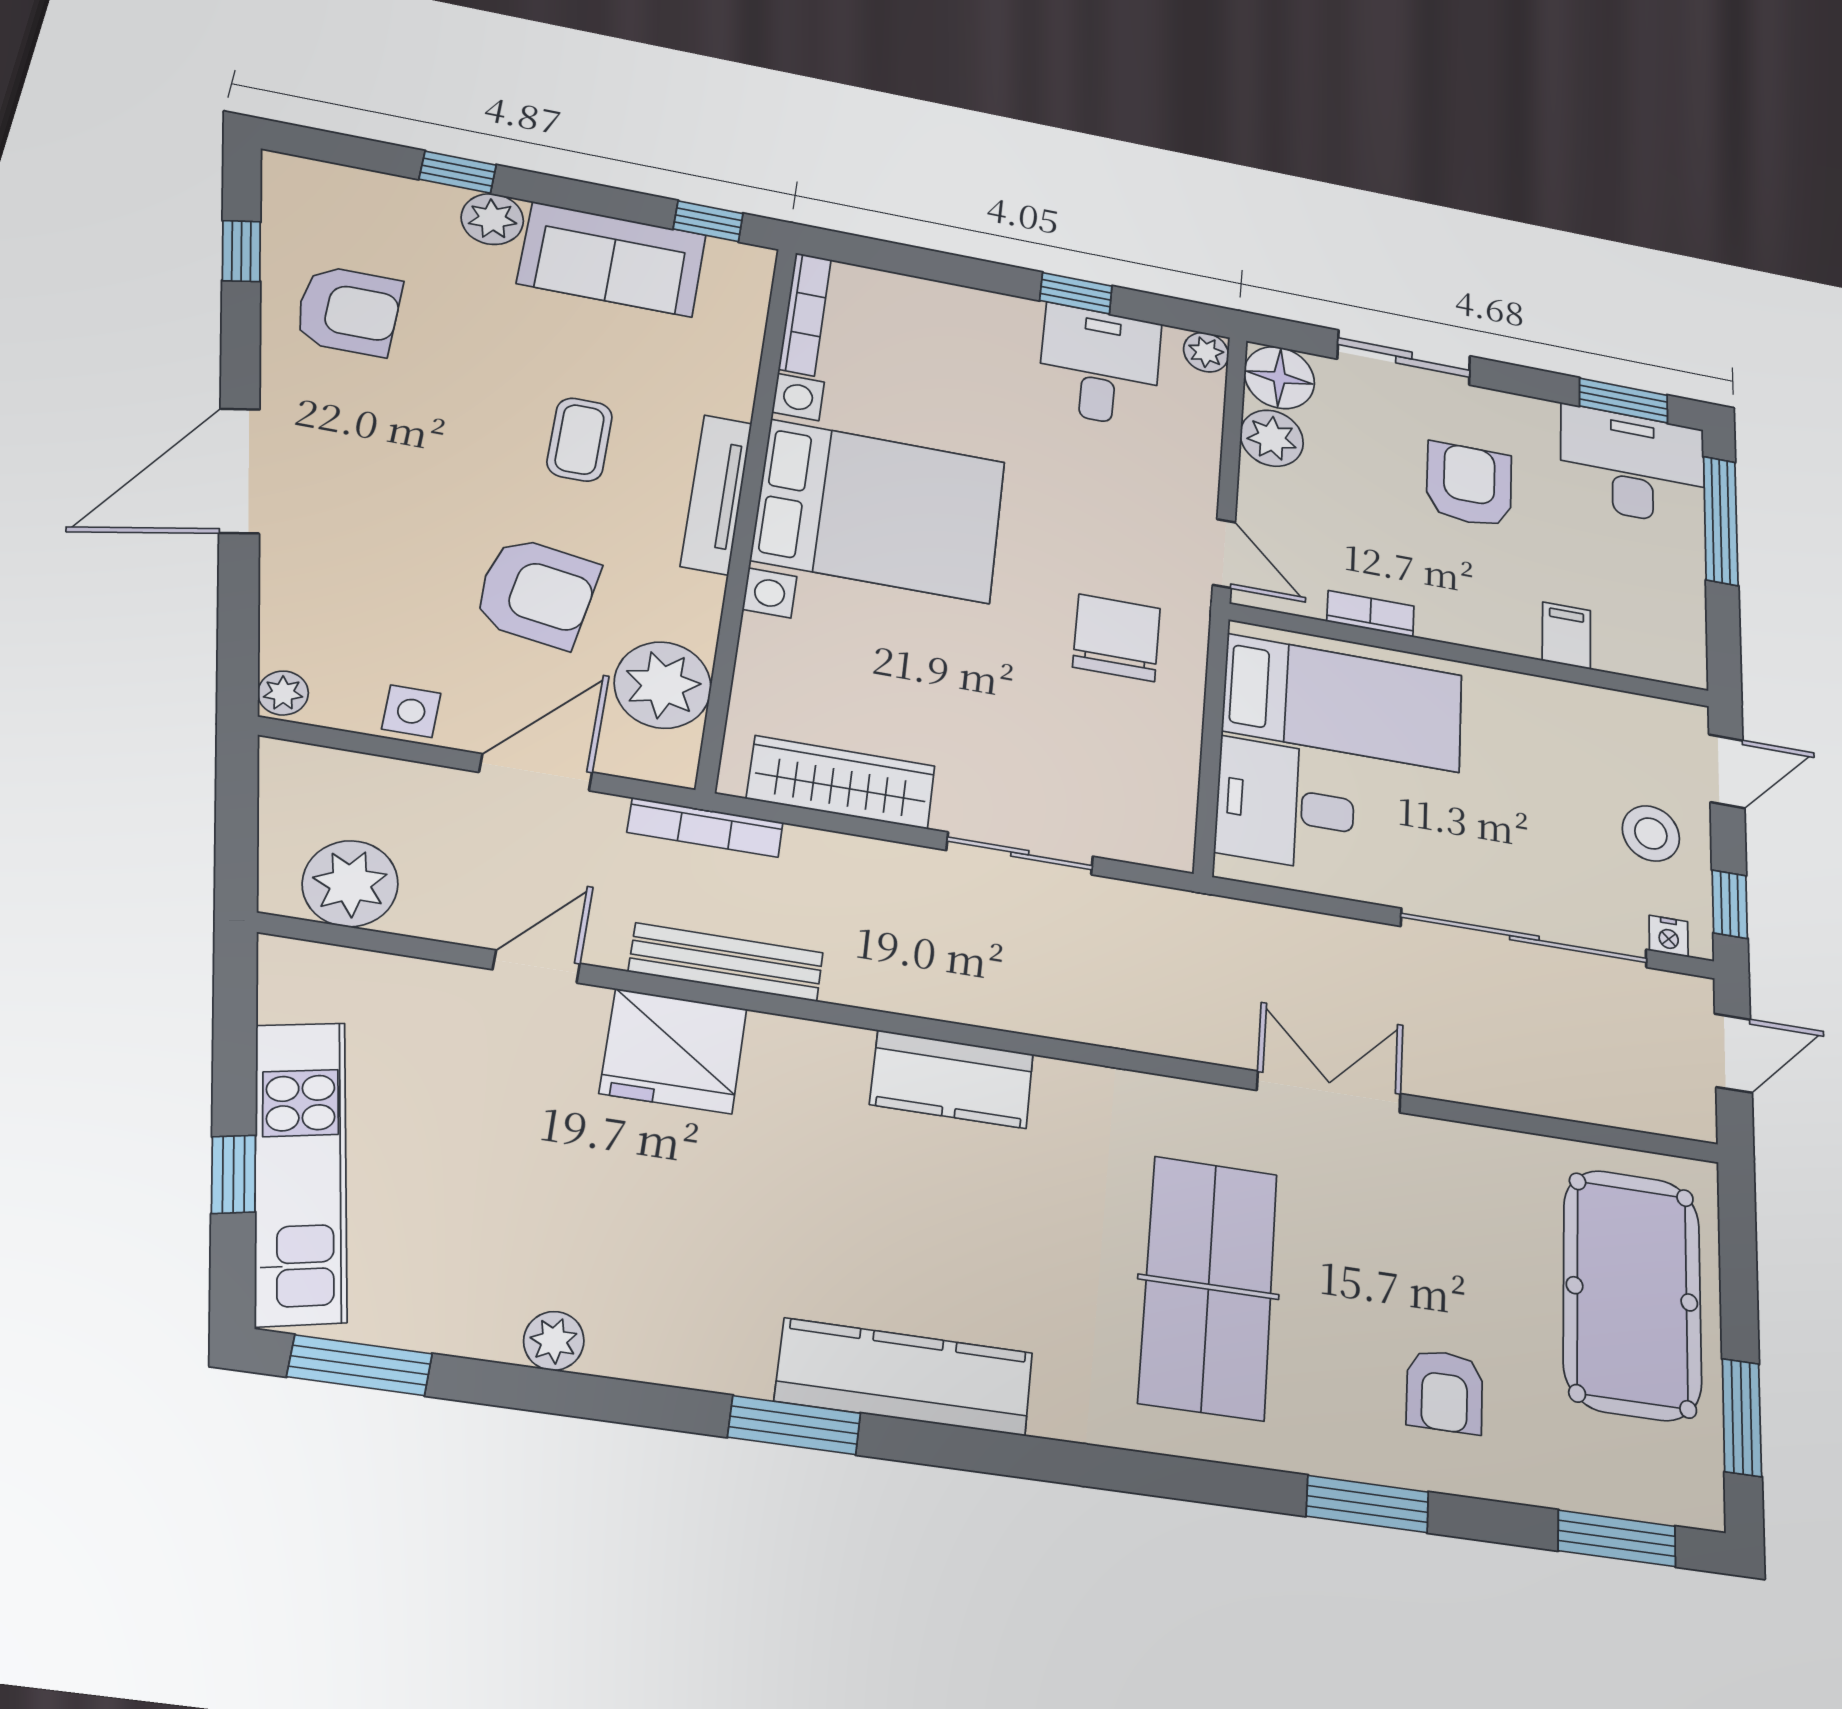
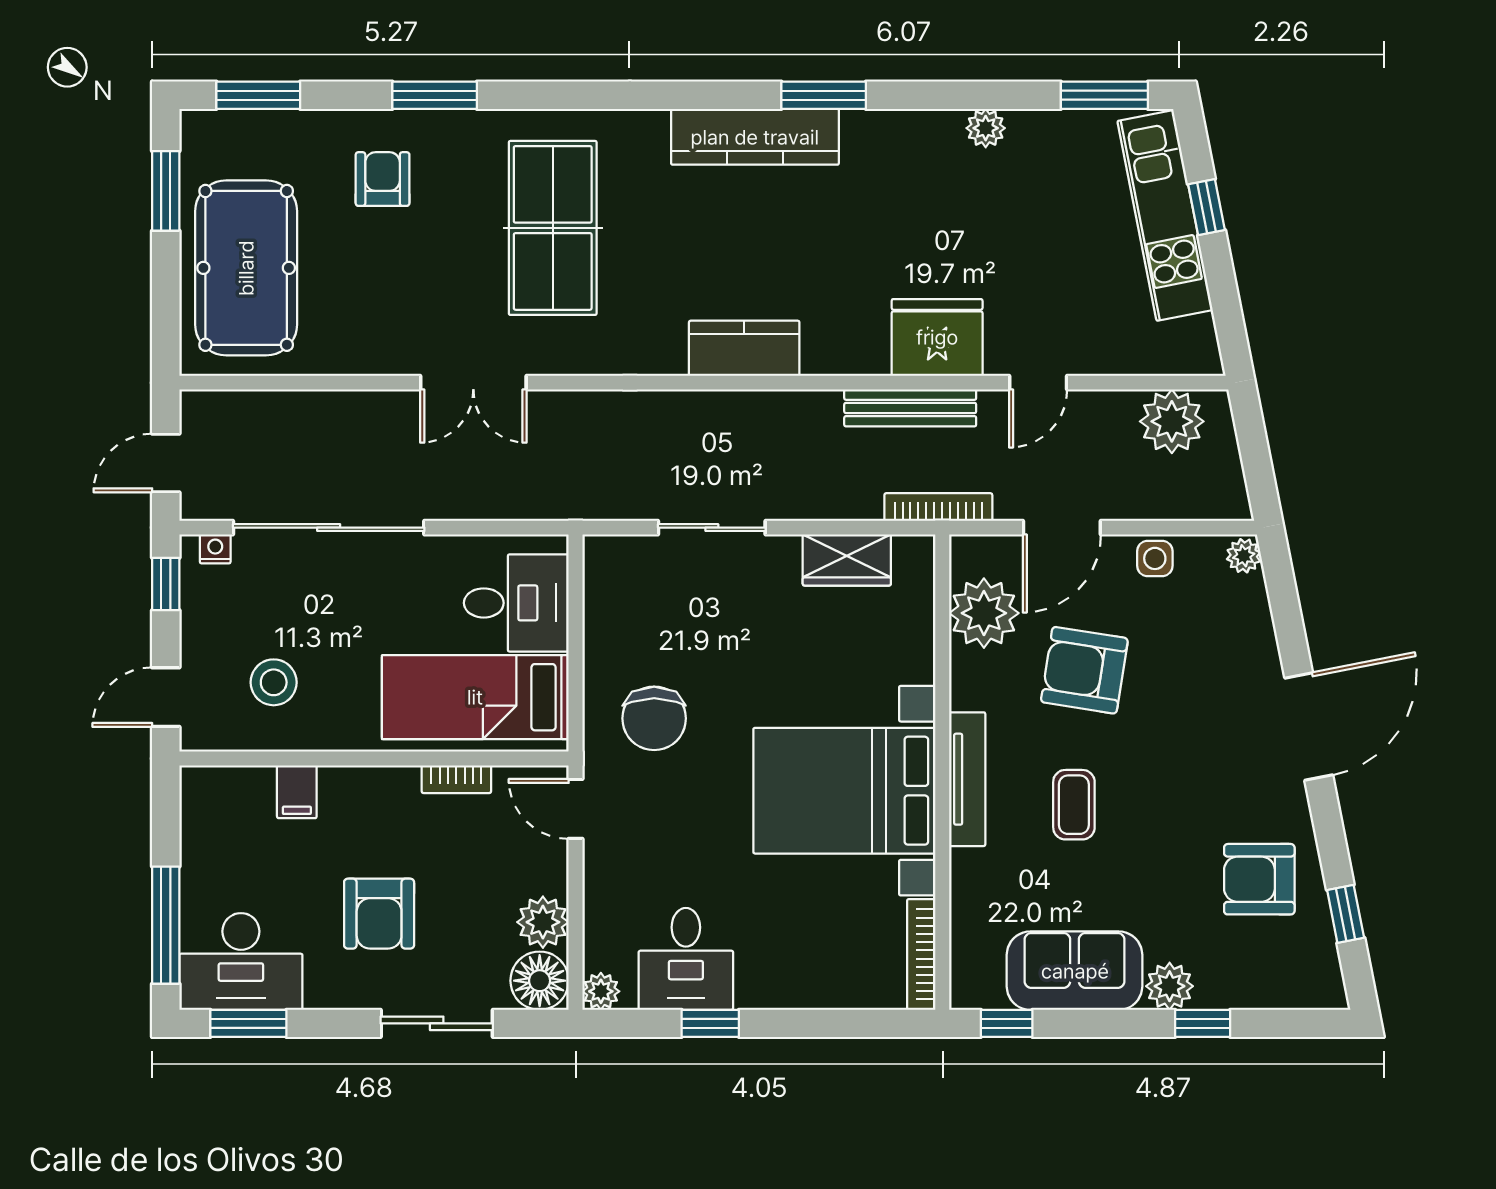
wardrobe: (841, 782) -> (847, 560), width x0.67
stool: (1651, 833) -> (274, 682), moved

